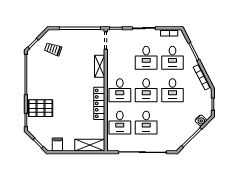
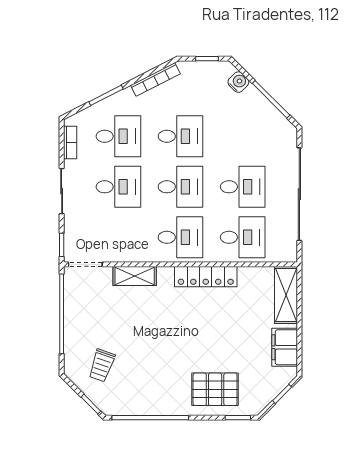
pallet: (41, 108) -> (215, 389), turned 90
filing cabinet: (57, 145) -> (285, 347), width x2.00

